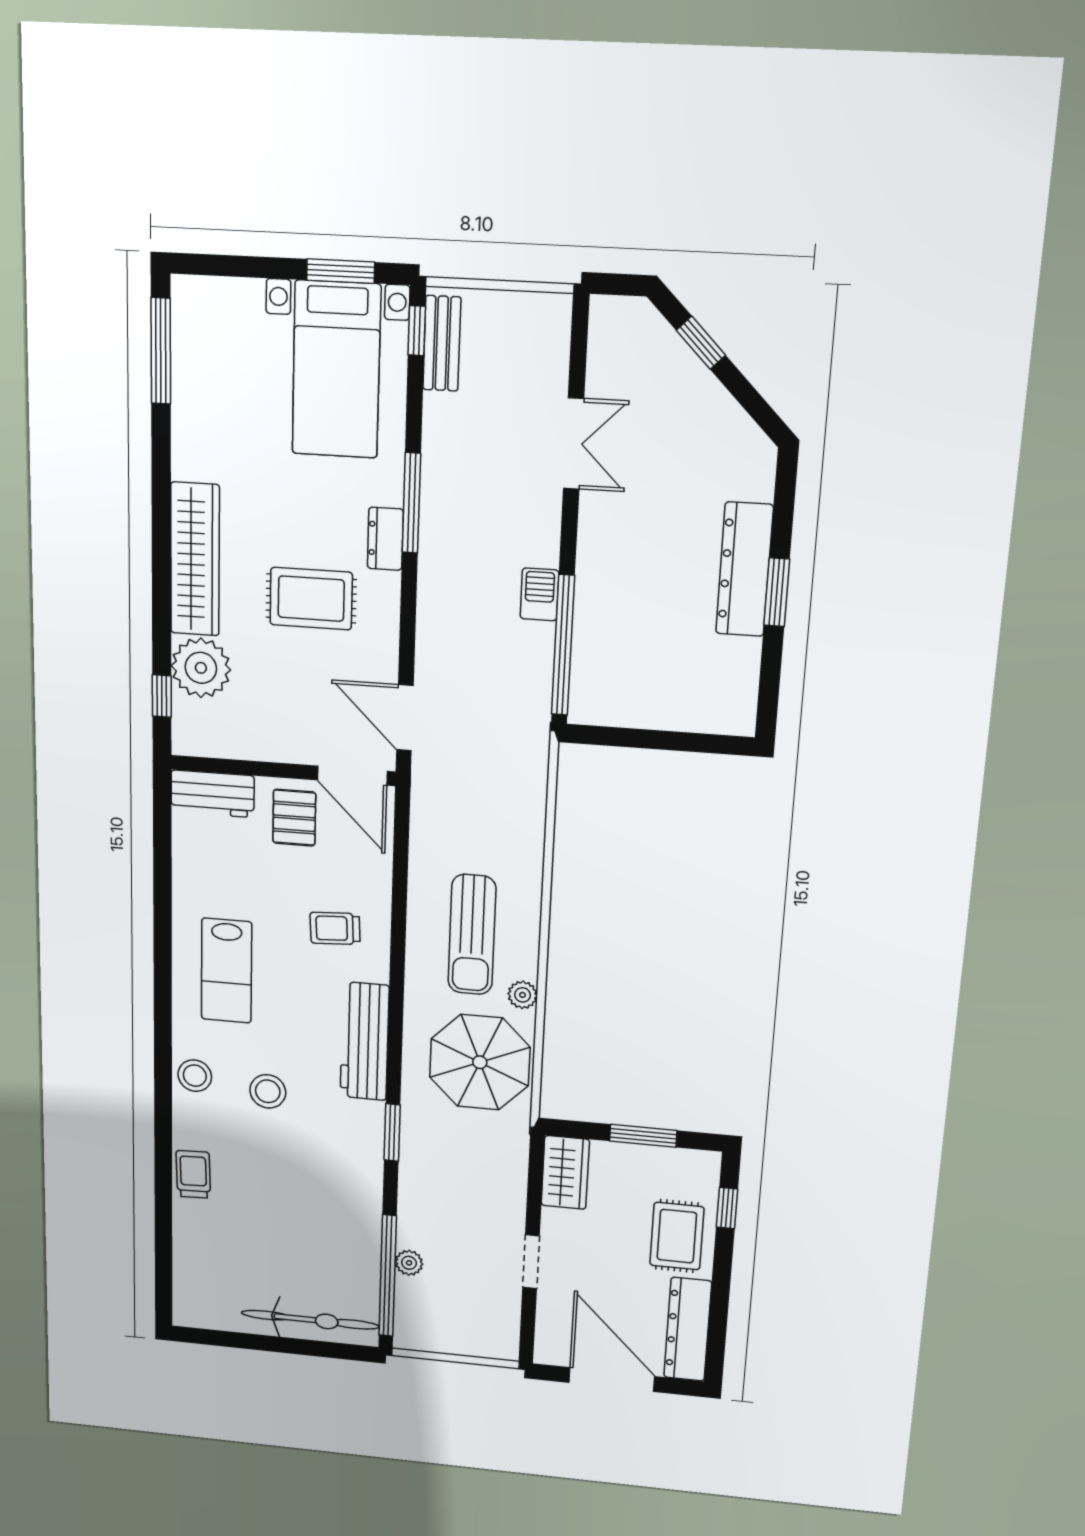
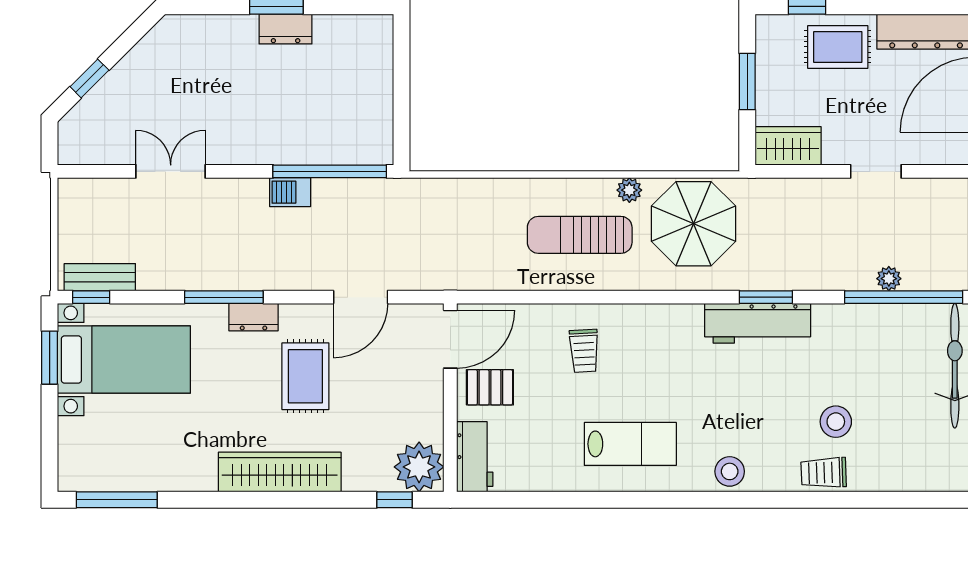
dresser: (744, 569) -> (286, 29), width x0.51, depth x0.80
plant: (201, 668) -> (419, 467), moved
door: (405, 718) -> (361, 297), moved
sun lounger: (472, 935) -> (580, 235), turned 180
workbench: (365, 1041) -> (758, 323), moved
stool: (268, 1091) -> (836, 422), moved

